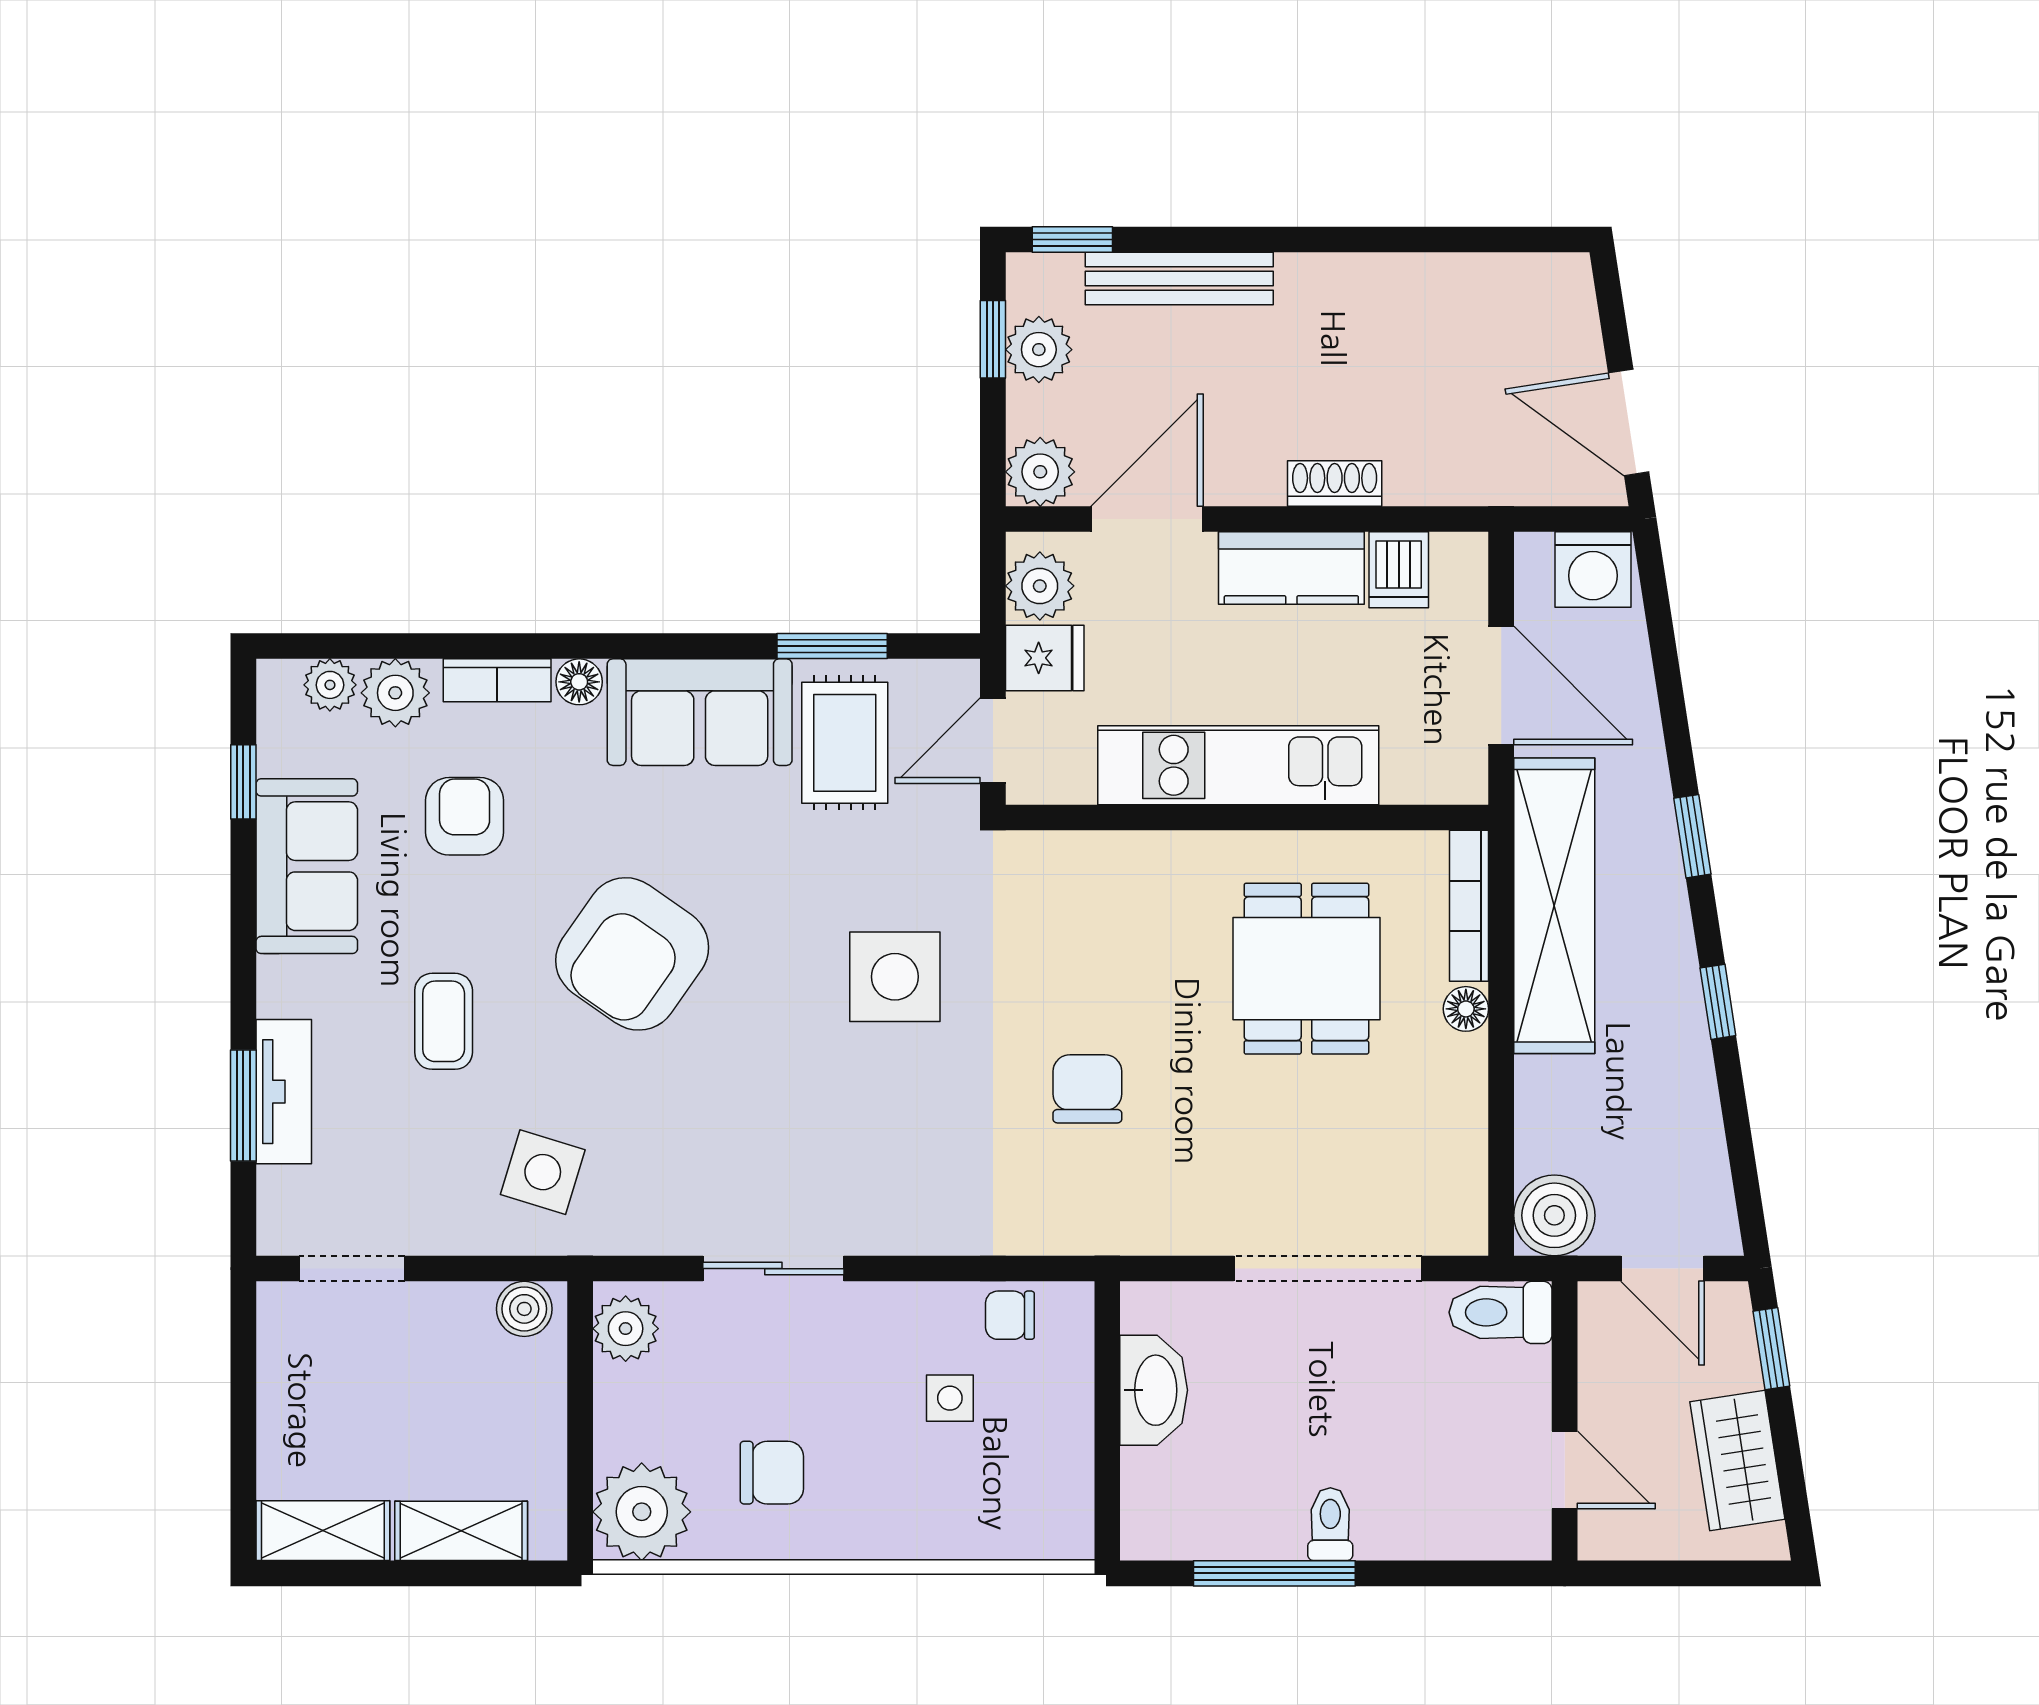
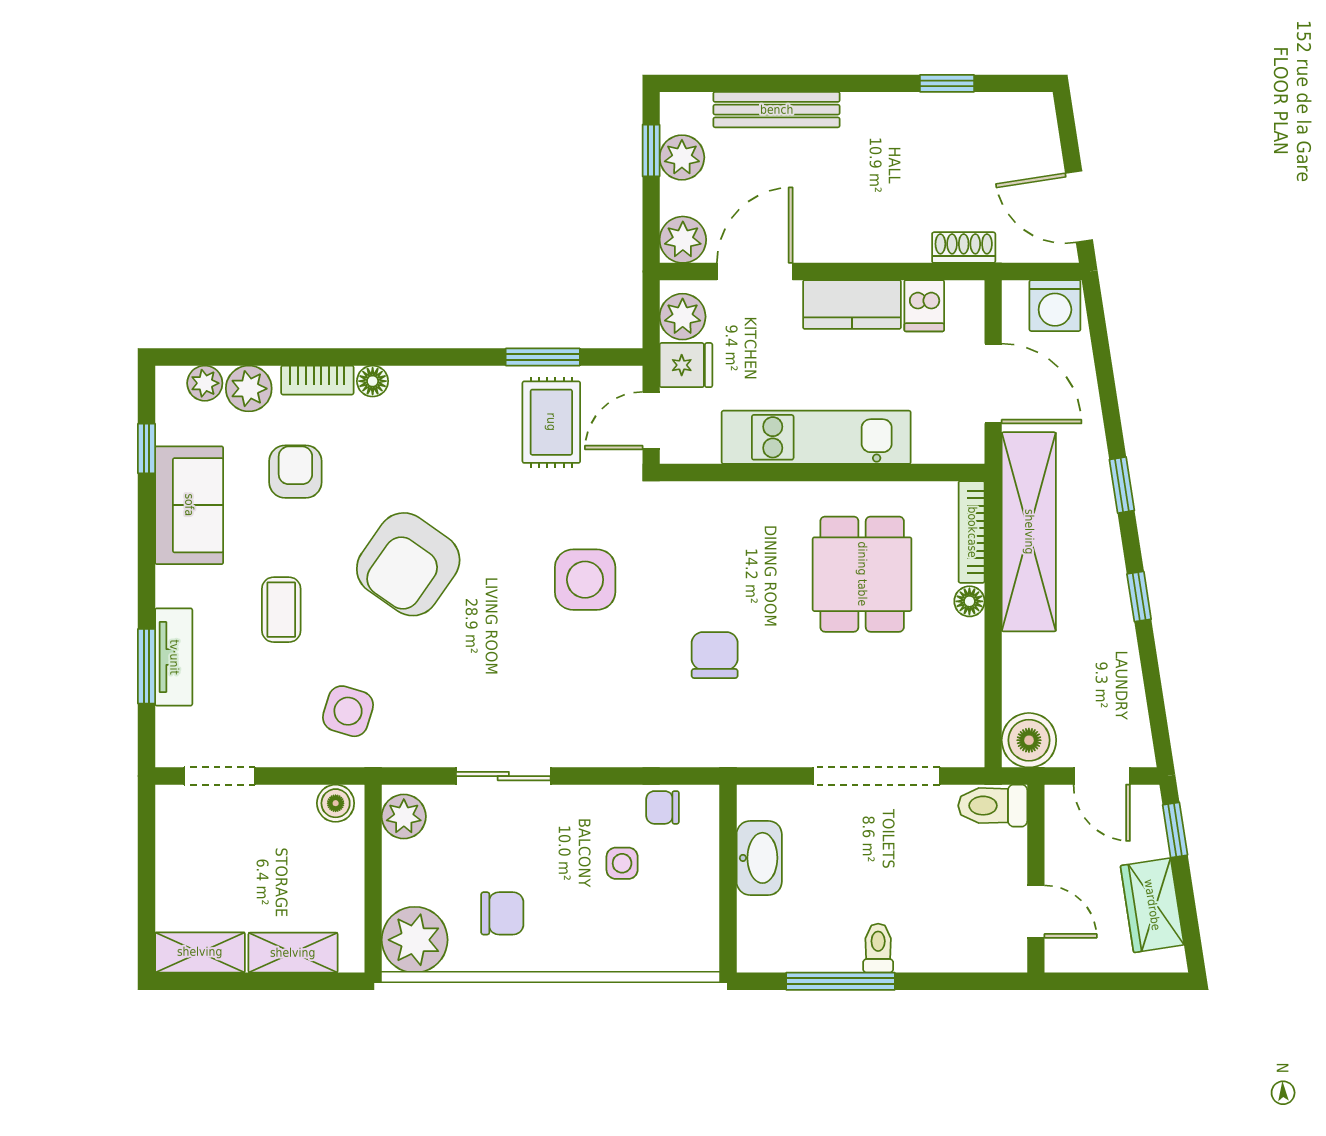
window: (1072, 240) -> (947, 83), moved
shoe rack: (1335, 483) -> (964, 248), moved
sofa: (700, 712) -> (454, 402), removed

